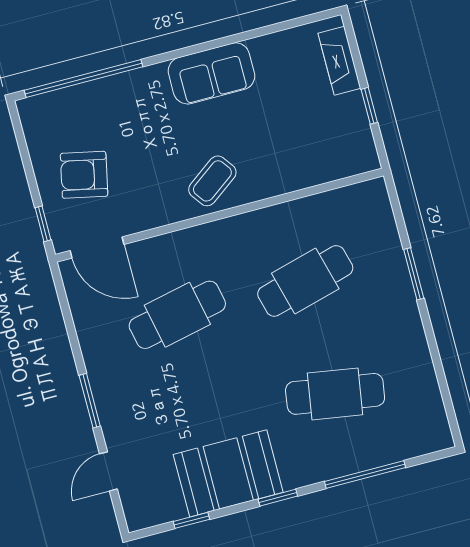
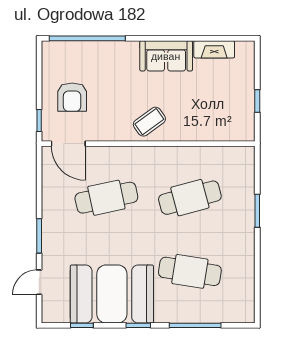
fireplace: (339, 61) -> (214, 49), moved, turned -90
armchair: (84, 175) -> (72, 97), turned -102
booth: (228, 473) -> (112, 294), width x1.36, depth x1.42

